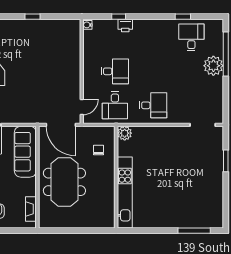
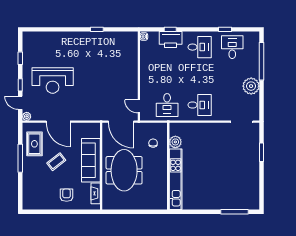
printer: (125, 25) -> (171, 40), width x1.87, depth x1.48
plant: (213, 66) -> (251, 86), moved
desk: (115, 71) -> (200, 47), moved
door: (82, 107) -> (139, 106), swing flipped
plant: (125, 133) -> (175, 142), moved
sofa: (25, 152) -> (91, 160), moved

